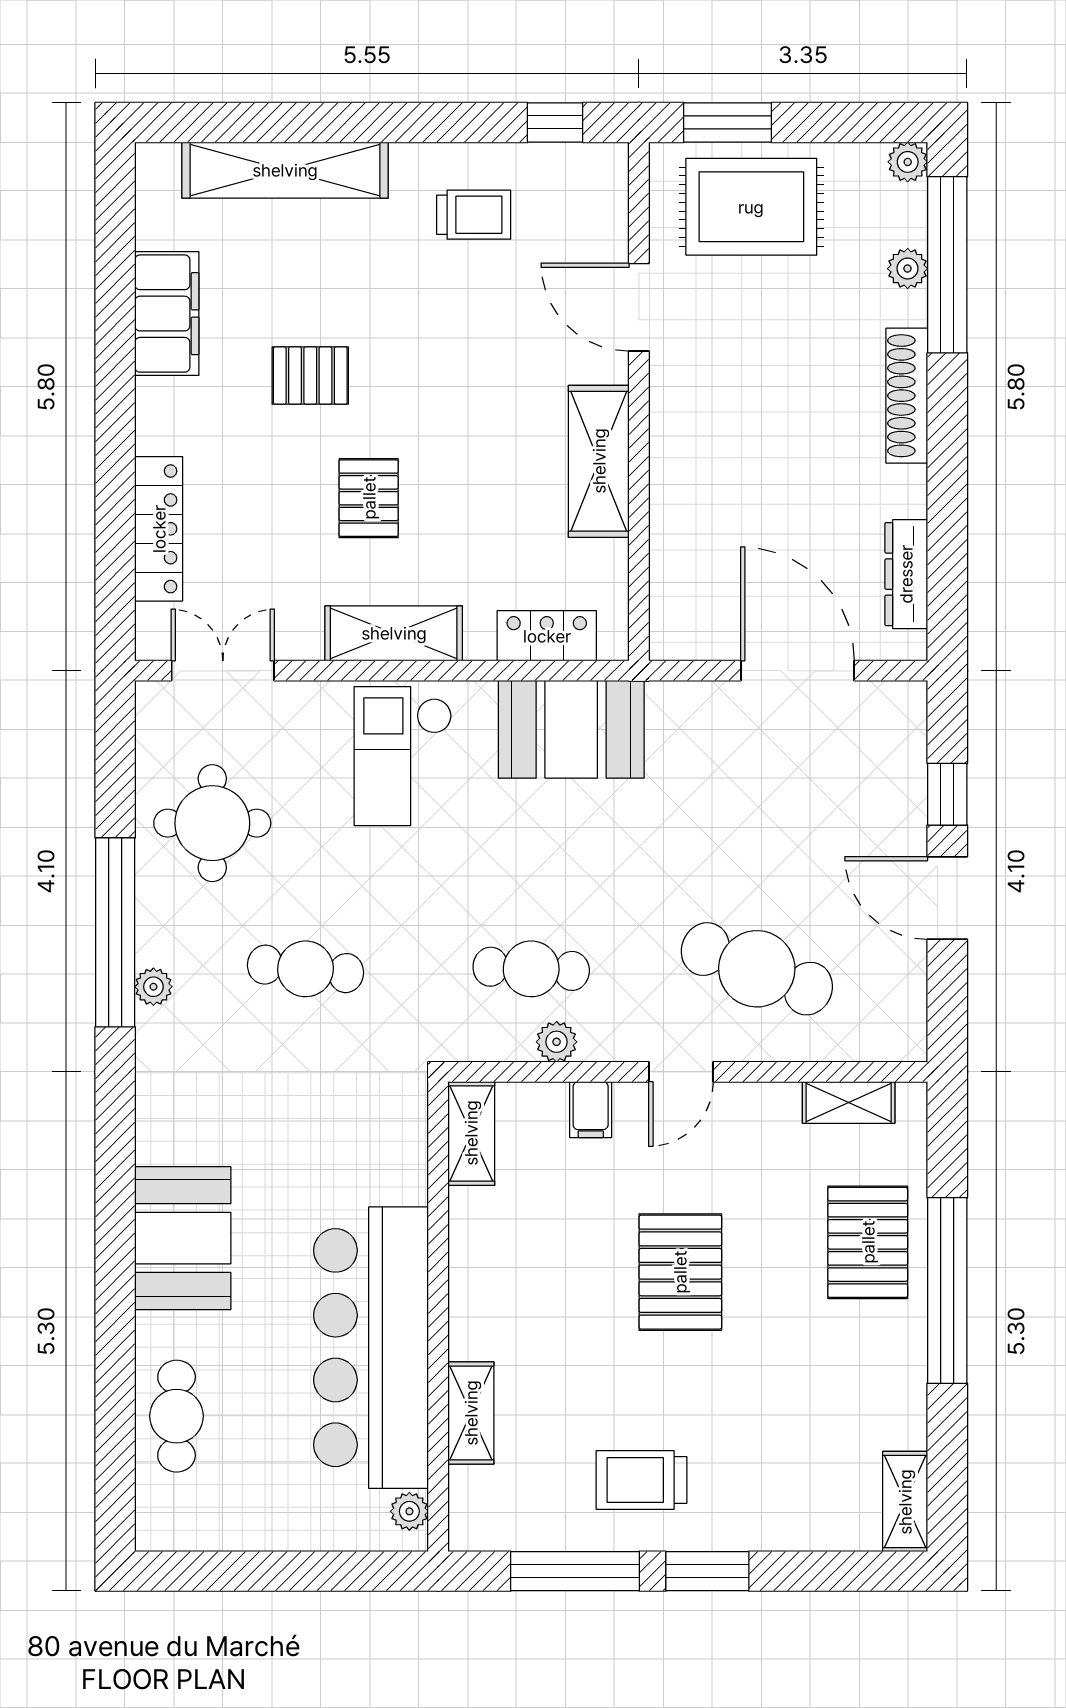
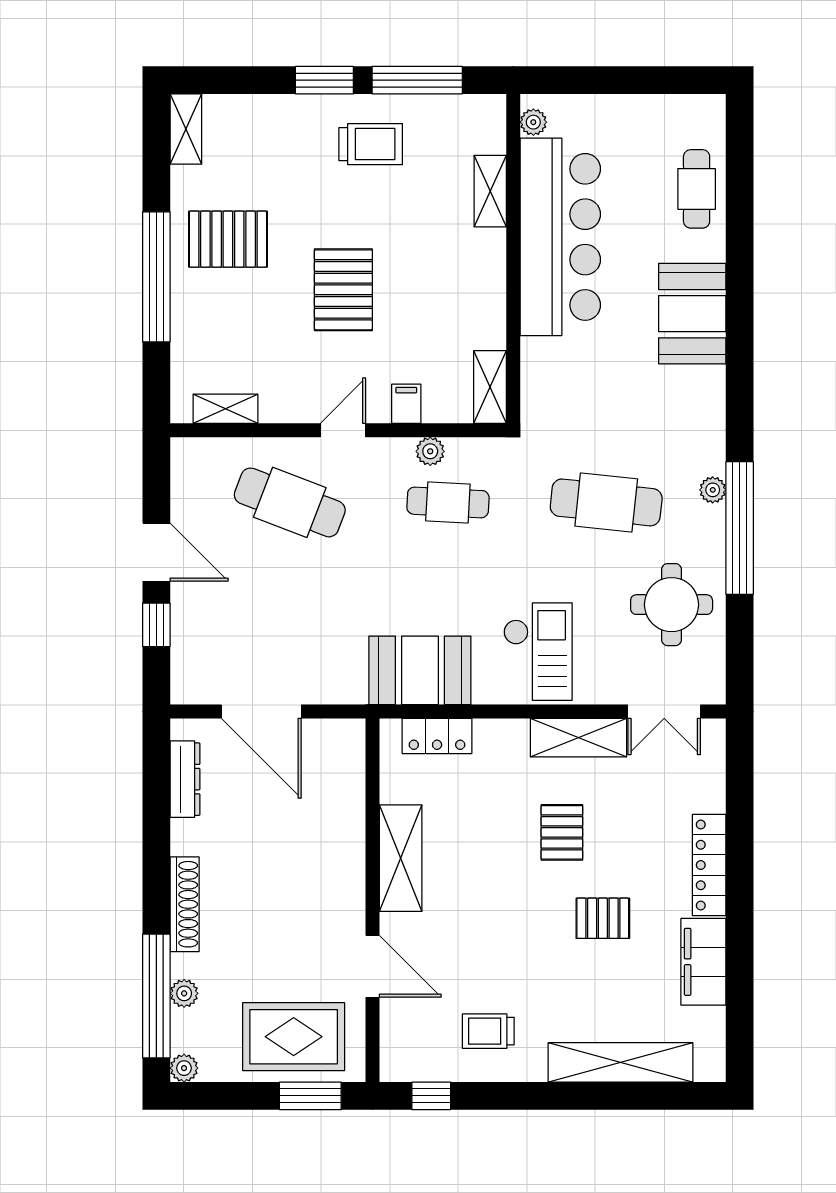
locker: (159, 529) -> (709, 865), moved
shelving: (394, 633) -> (579, 738), moved
cafe table: (306, 969) -> (606, 502), width x1.37, depth x1.35
pallet: (868, 1242) -> (228, 239), moved, turned 90

